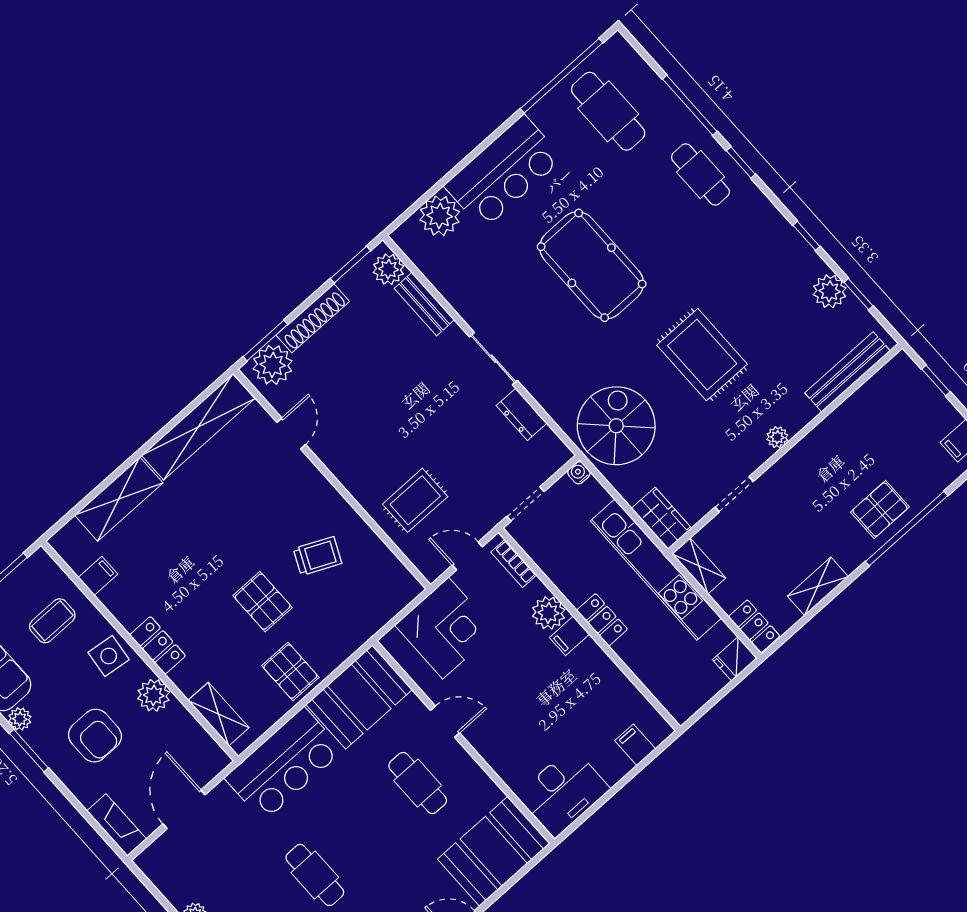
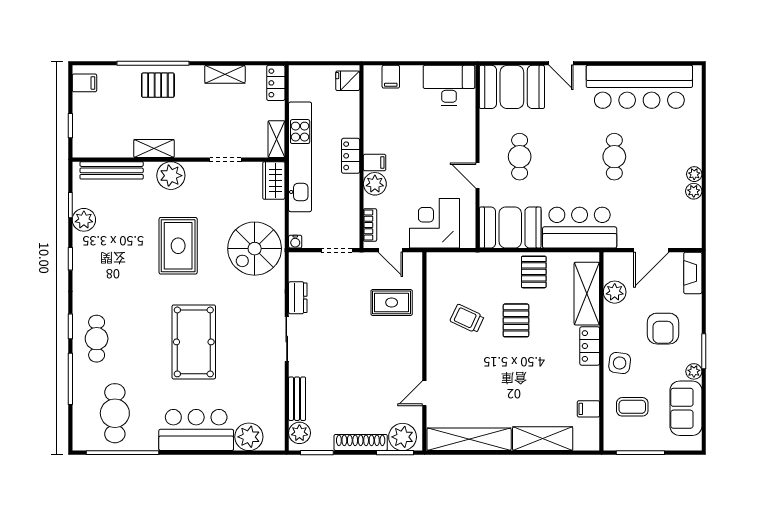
plant: (777, 437) -> (171, 176), width x1.87, depth x1.87
shelving: (823, 437) -> (154, 149), added
fridge: (735, 659) -> (348, 81), moved, turned 180
plant: (154, 695) -> (615, 292), moved
shelving: (218, 714) -> (587, 294), width x1.50, depth x1.33
armchair: (95, 736) -> (663, 329), turned 180

